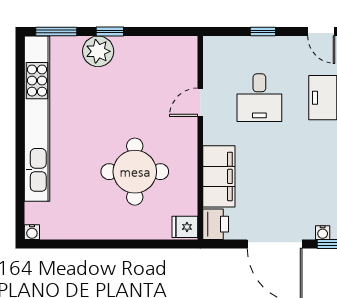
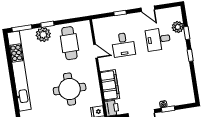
cafe table: (149, 77) -> (69, 43), added
door: (200, 102) -> (96, 51), swing flipped

